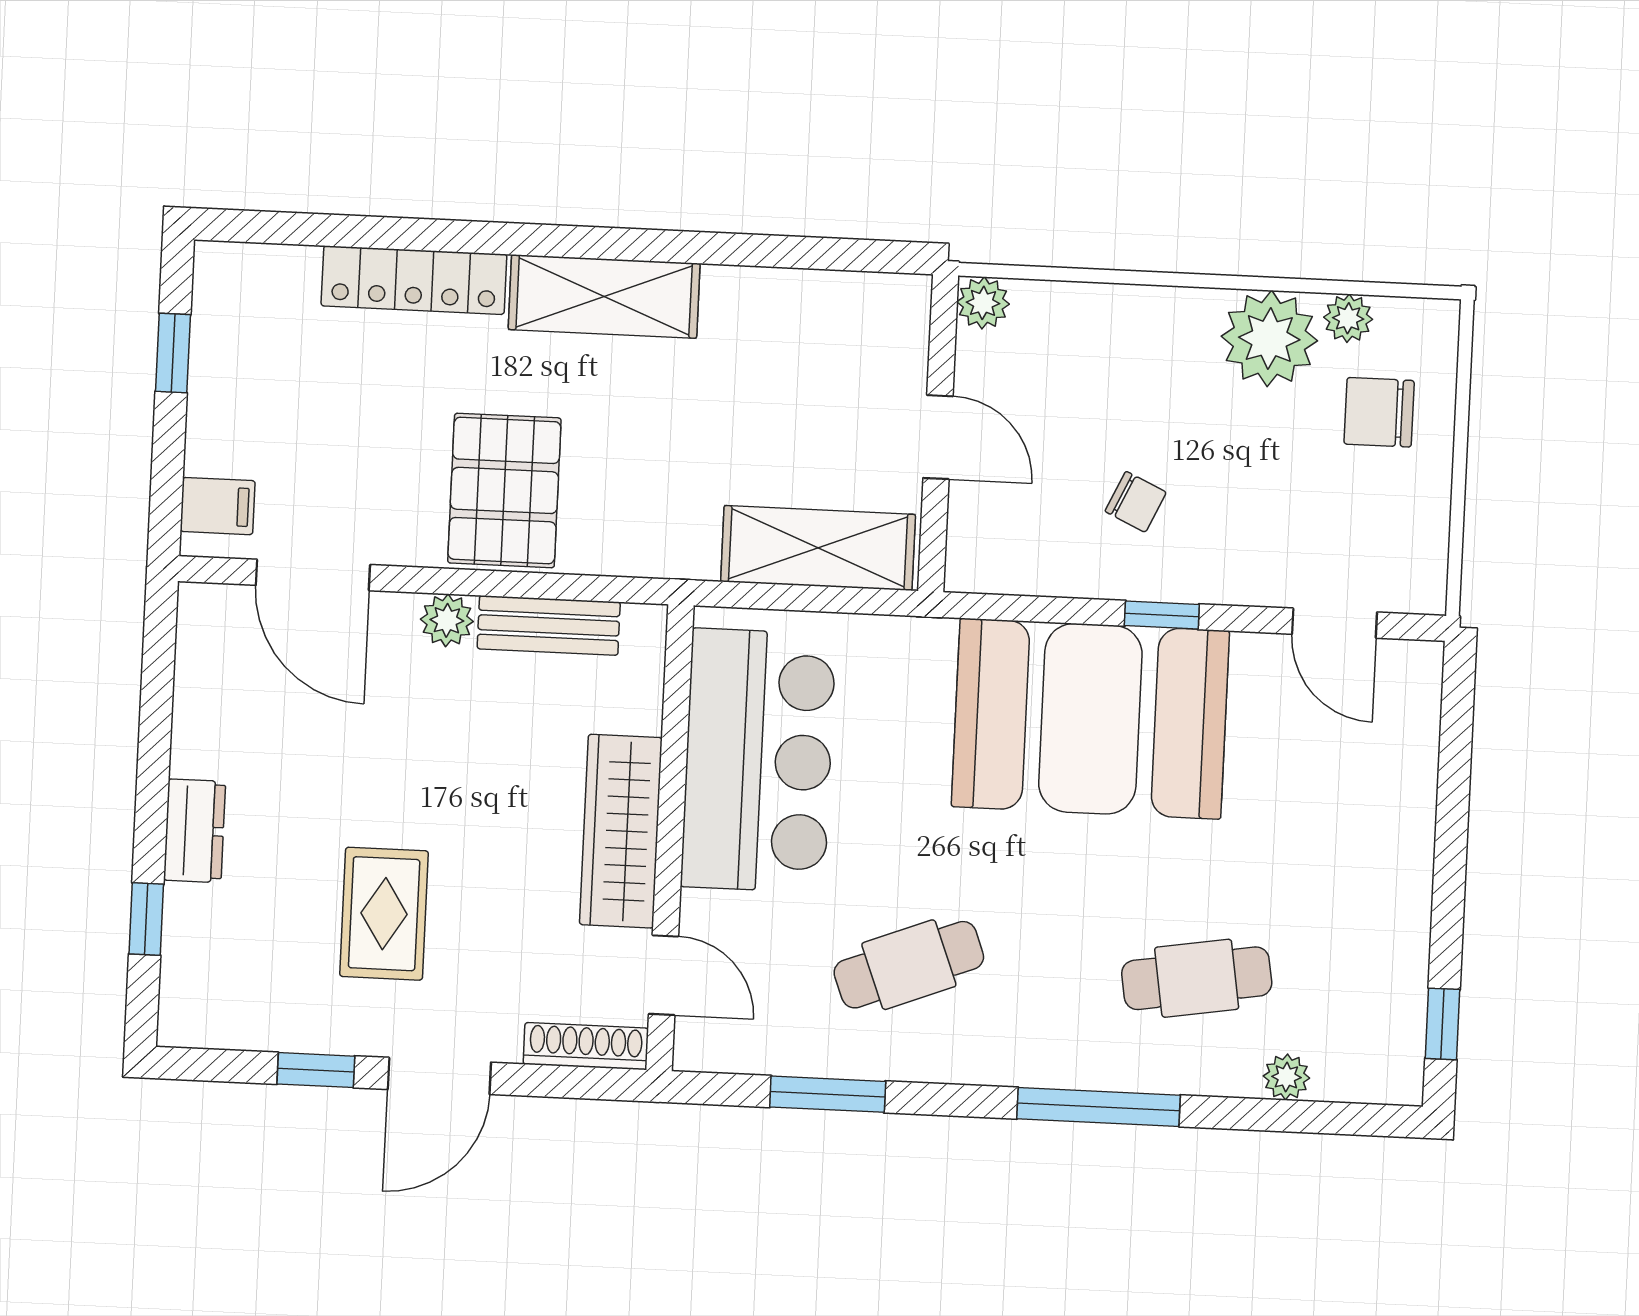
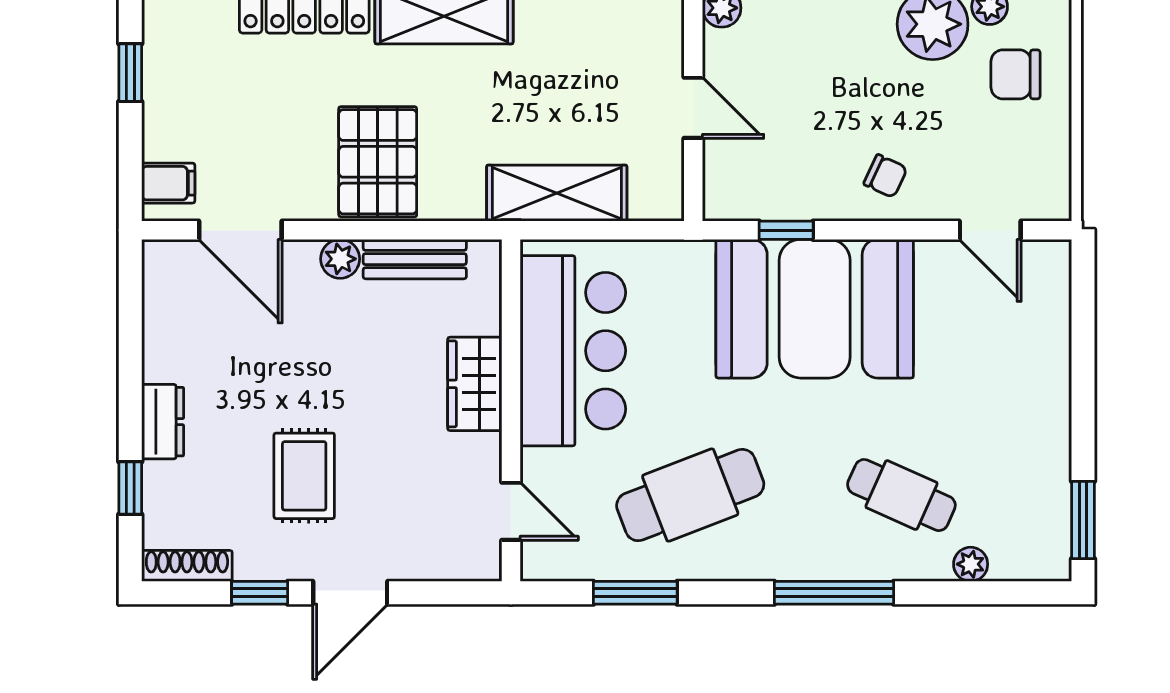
chair: (1136, 502) -> (885, 176), moved
shelving: (818, 548) -> (557, 193), moved
window: (1162, 615) -> (786, 230), moved
wardrobe: (621, 831) -> (475, 384), width x0.67
cafe table: (909, 965) -> (690, 495), width x1.37, depth x1.35
cafe table: (1197, 978) -> (901, 495), turned 33
window: (1443, 1024) -> (1083, 520), width x1.50
shoe rack: (586, 1046) -> (187, 566), moved

